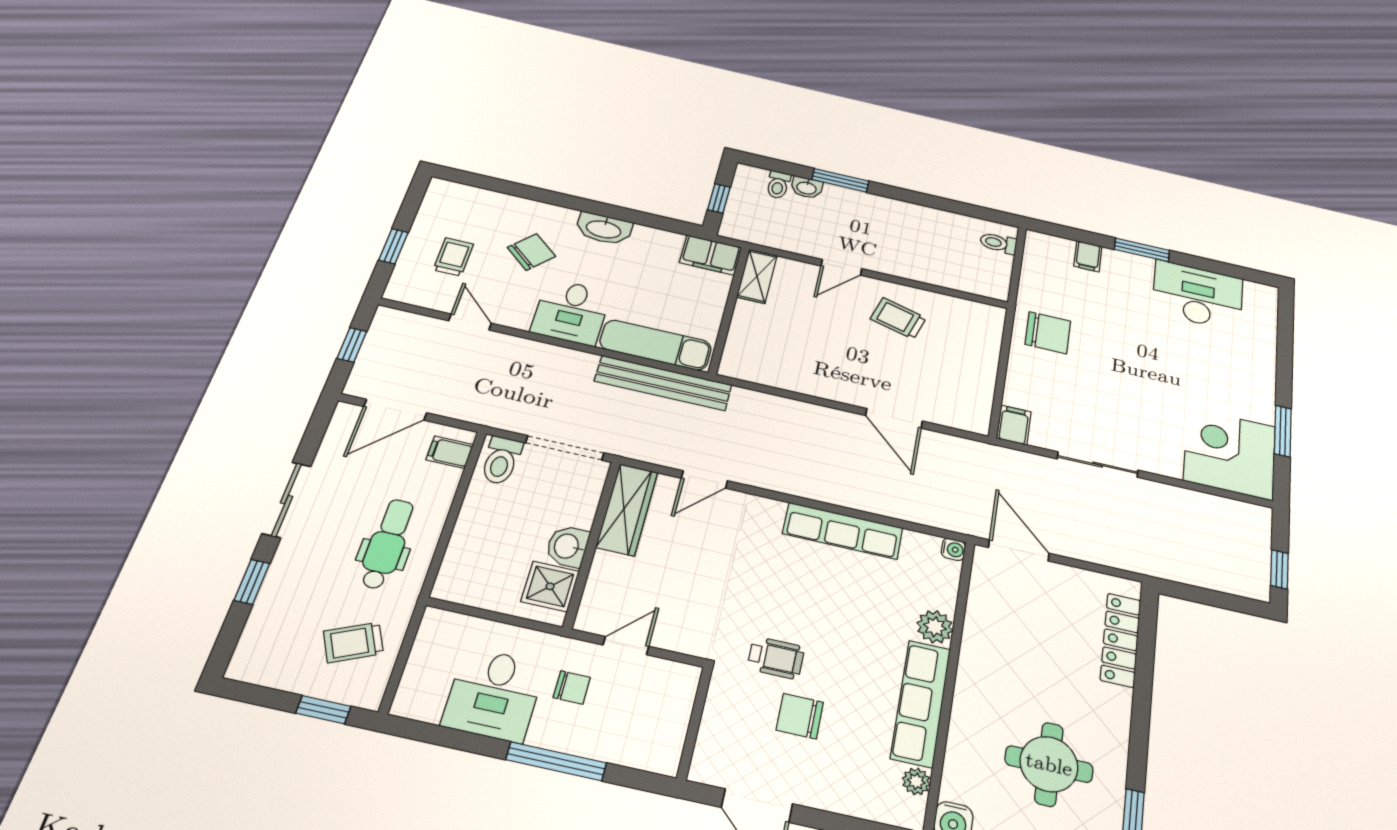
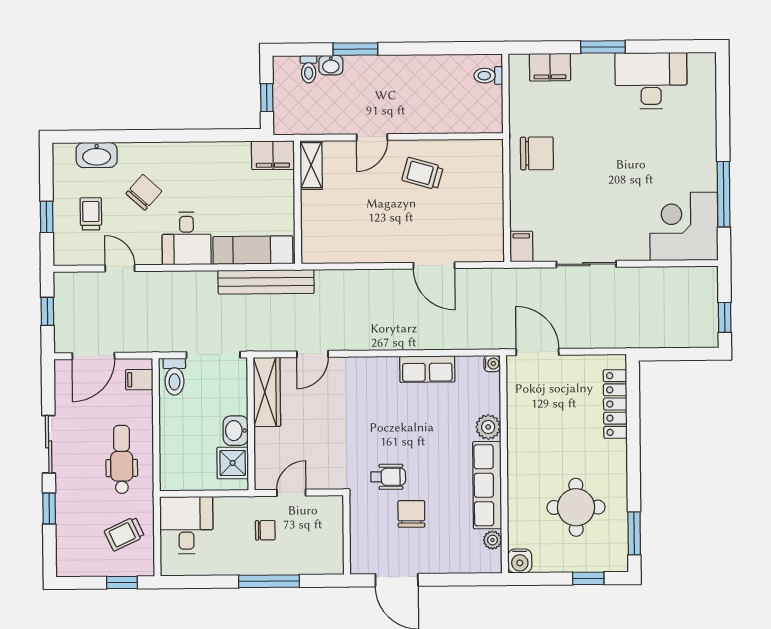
washbasin: (604, 229) -> (97, 155), moved
filing cabinet: (1088, 256) -> (550, 67), width x2.00
window: (1283, 431) -> (724, 194), width x1.44
row of seats: (843, 531) -> (427, 369), width x0.68
desk: (494, 694) -> (186, 525), moved, turned 180
chair: (800, 716) -> (411, 514), turned 90

